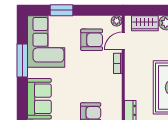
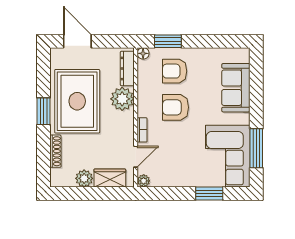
armchair: (92, 40) -> (176, 107), moved
window: (22, 61) -> (256, 148), moved
plant: (134, 89) -> (122, 99), added

